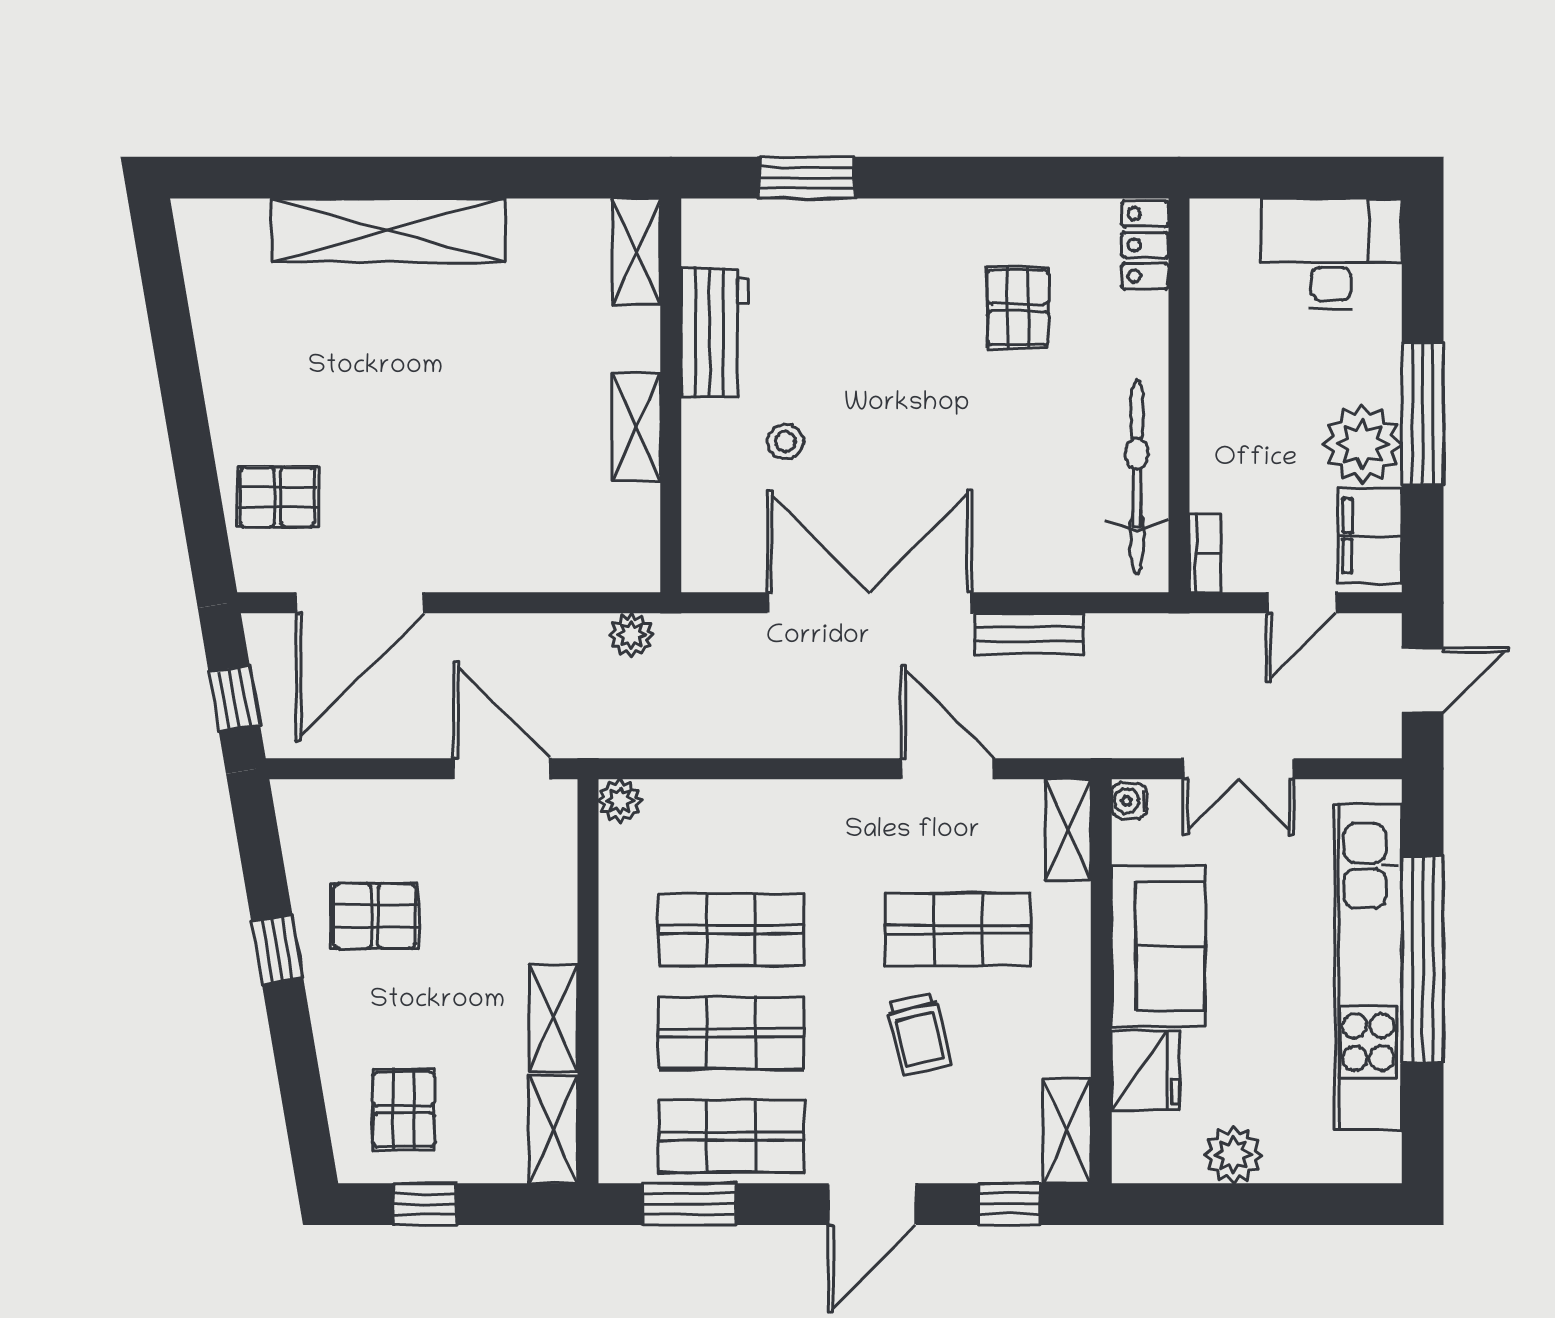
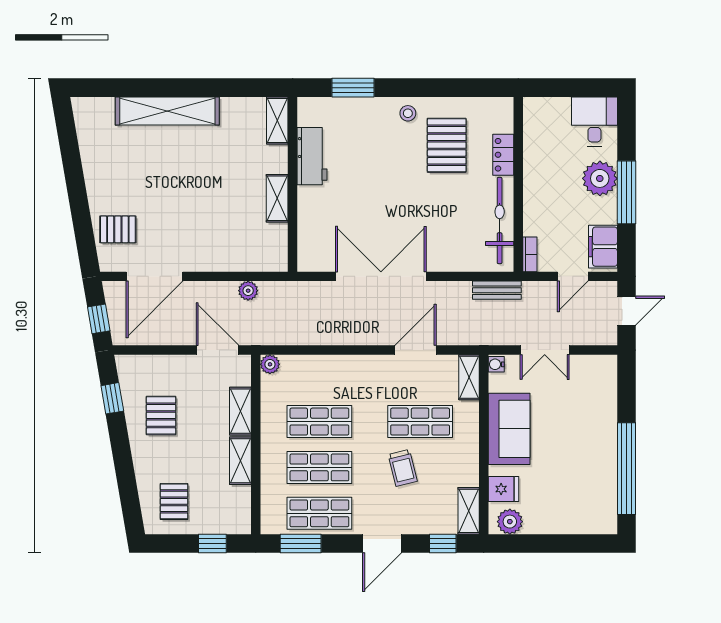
locker: (1145, 245) -> (503, 155), moved
desk: (1331, 254) -> (594, 121), width x0.73
pallet: (1018, 307) -> (447, 145), width x1.50, depth x1.42
stool: (785, 441) -> (408, 113), moved
plant: (1363, 444) -> (600, 178), moved
bench: (1029, 634) -> (497, 290), moved
plant: (631, 635) -> (248, 291), moved
door: (948, 769) -> (415, 350), hinge flipped
pallet: (375, 916) -> (161, 415), turned 90
window: (277, 950) -> (112, 398), moved
window: (1423, 959) -> (626, 469), moved
kitchen unit: (1368, 967) -> (602, 438), removed
fridge: (1146, 1071) -> (503, 489), width x0.72
shelving: (553, 1130) -> (240, 411), moved
plant: (1233, 1155) -> (510, 522), moved
window: (425, 1204) -> (212, 543), moved

